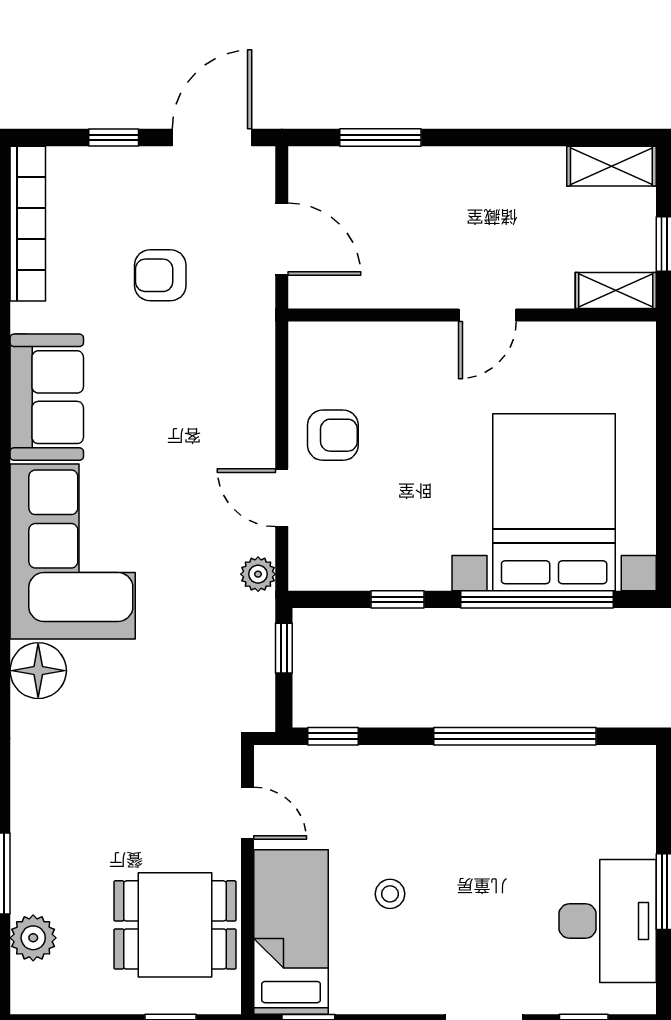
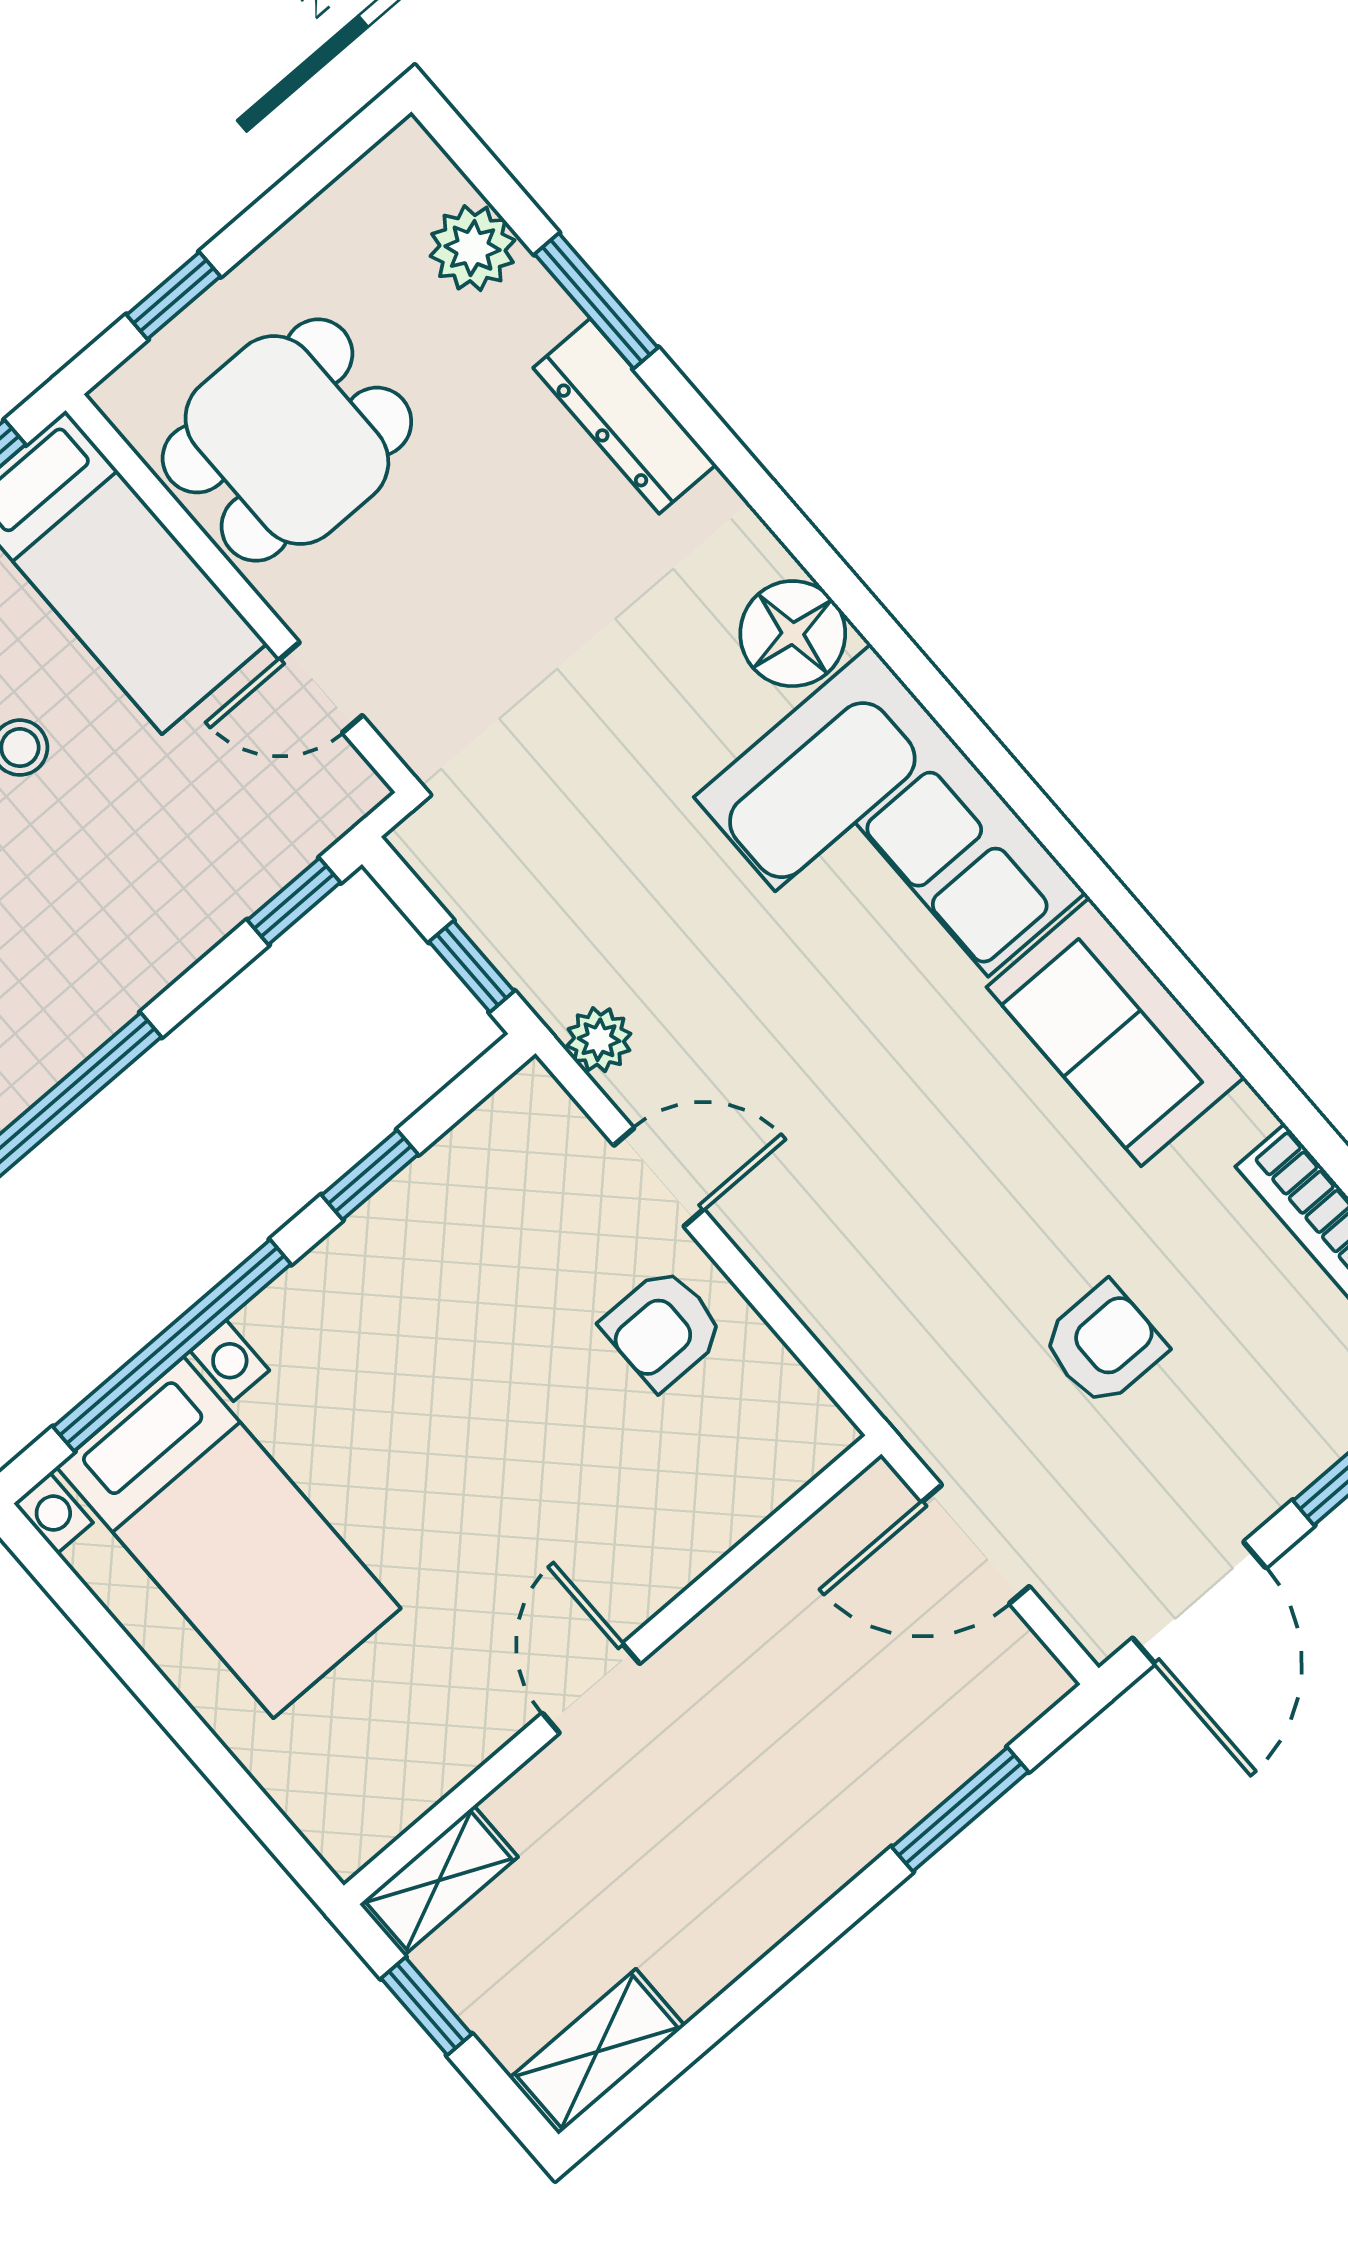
bed with nightstands: (554, 502) -> (228, 1538), width x0.73
dresser: (30, 817) -> (625, 416), added

